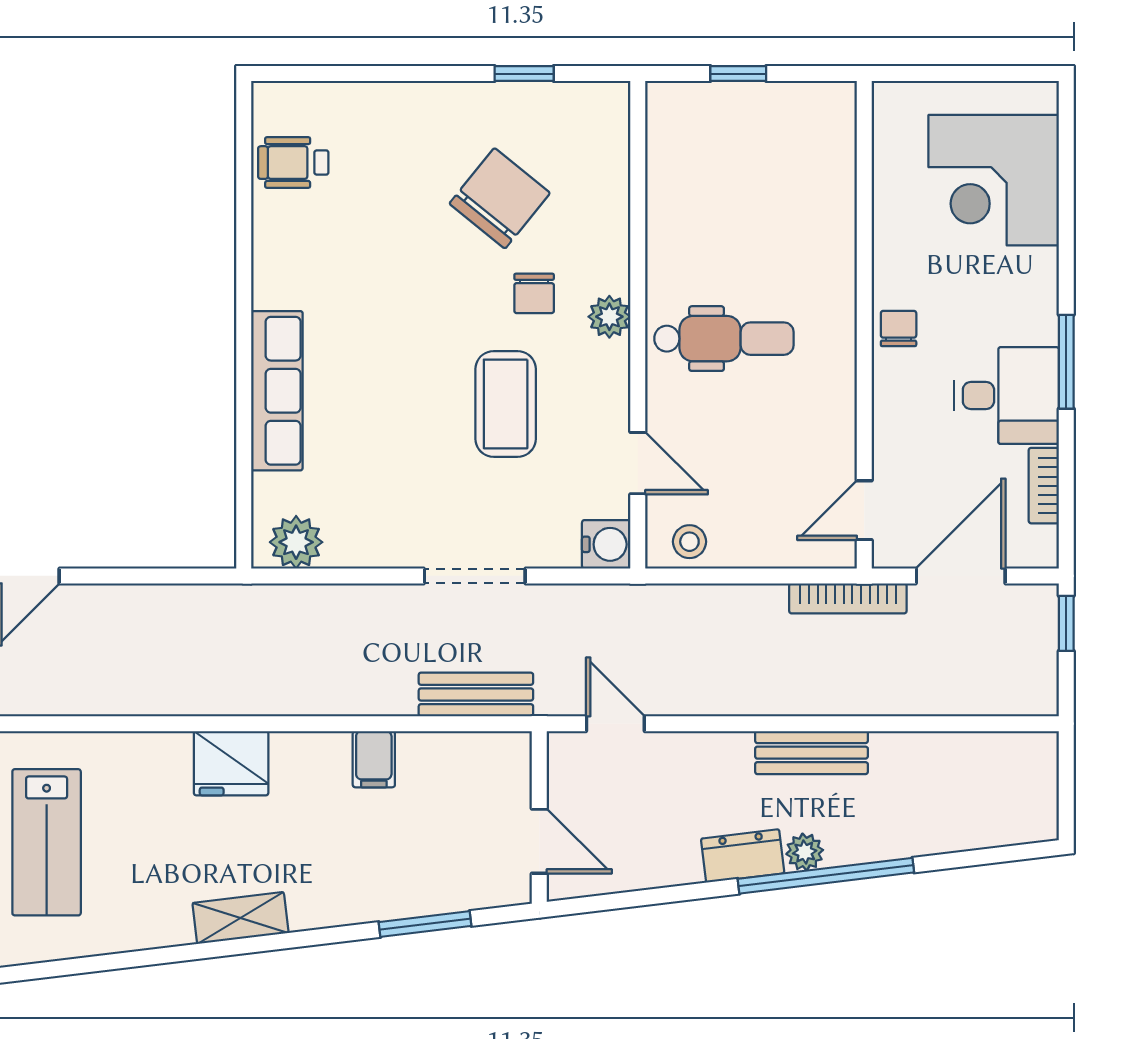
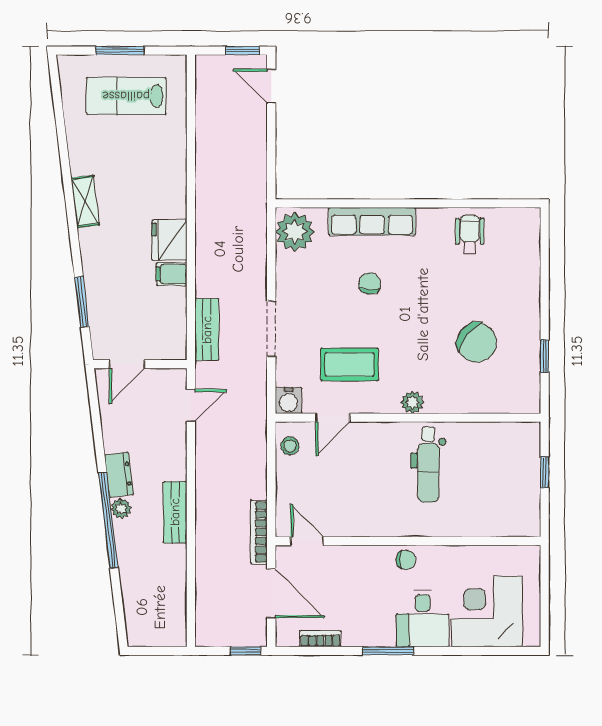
wheelchair: (293, 163) -> (470, 234), moved
chair: (534, 293) -> (370, 283), moved, turned 93
dental chair: (724, 339) -> (428, 464), moved
desk: (1007, 396) -> (423, 618), moved
coffee table: (506, 404) -> (349, 364), moved
plant: (296, 542) -> (295, 232), width x1.36, depth x1.36
fridge: (231, 763) -> (169, 240), moved

